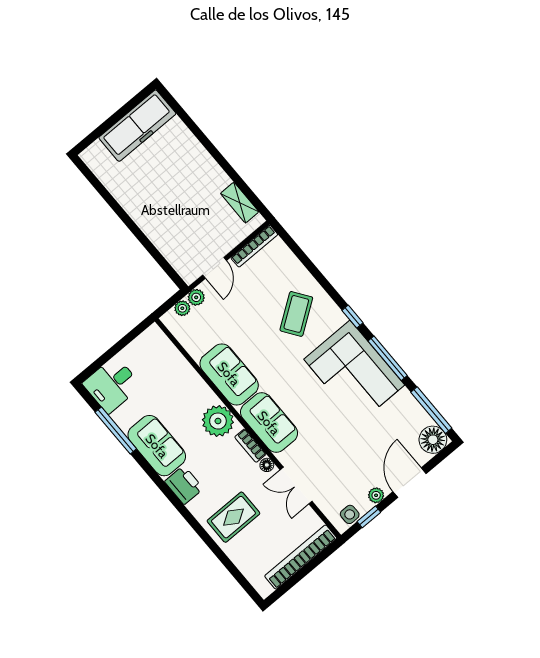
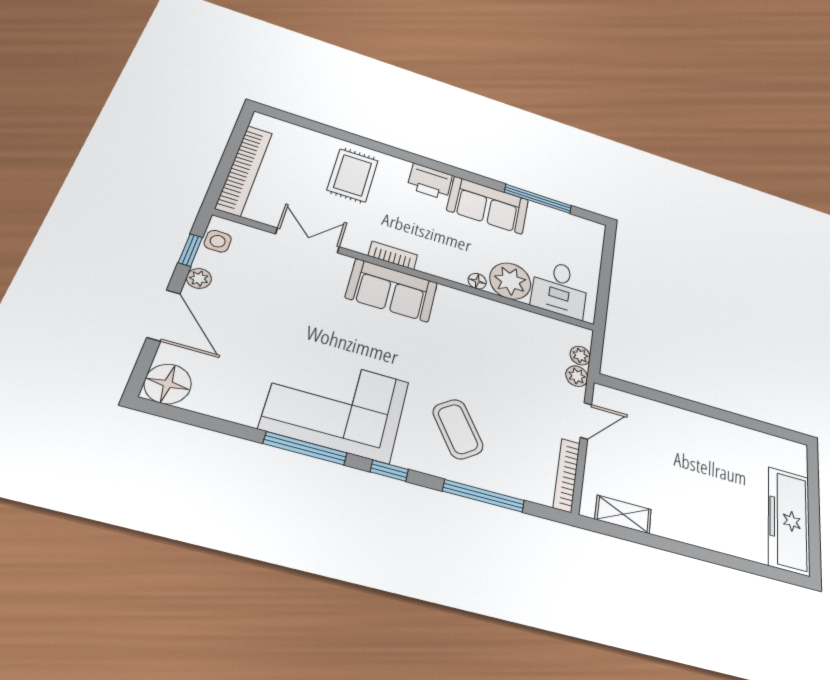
door: (215, 268) -> (586, 421), swing flipped
sofa: (229, 374) -> (476, 316), removed
desk: (112, 385) -> (560, 289), moved, turned 180
window: (431, 410) -> (484, 496), moved
plant: (218, 421) -> (510, 281), moved
floor lamp: (267, 465) -> (477, 281), moved

